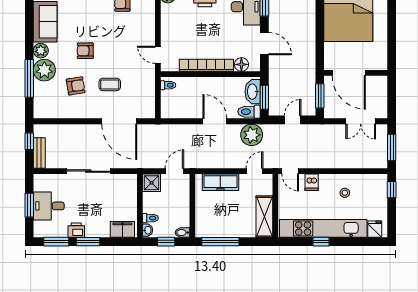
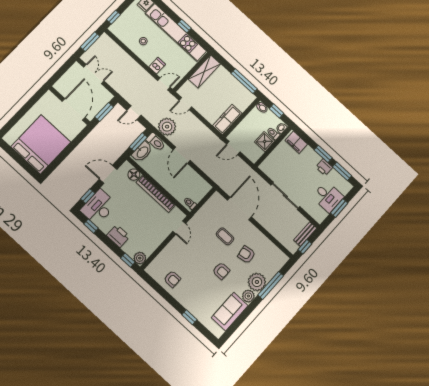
door: (264, 44) -> (108, 174), hinge flipped
door: (290, 171) -> (164, 84), hinge flipped
freezer: (220, 182) -> (227, 119), moved, turned -90
shower: (152, 183) -> (265, 142), moved

